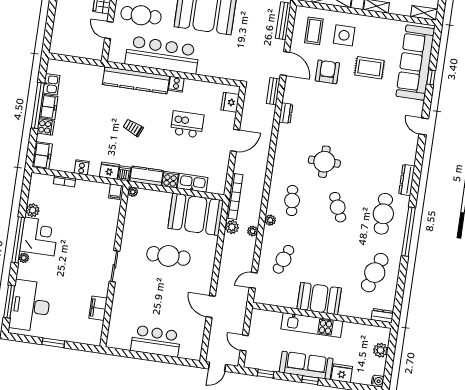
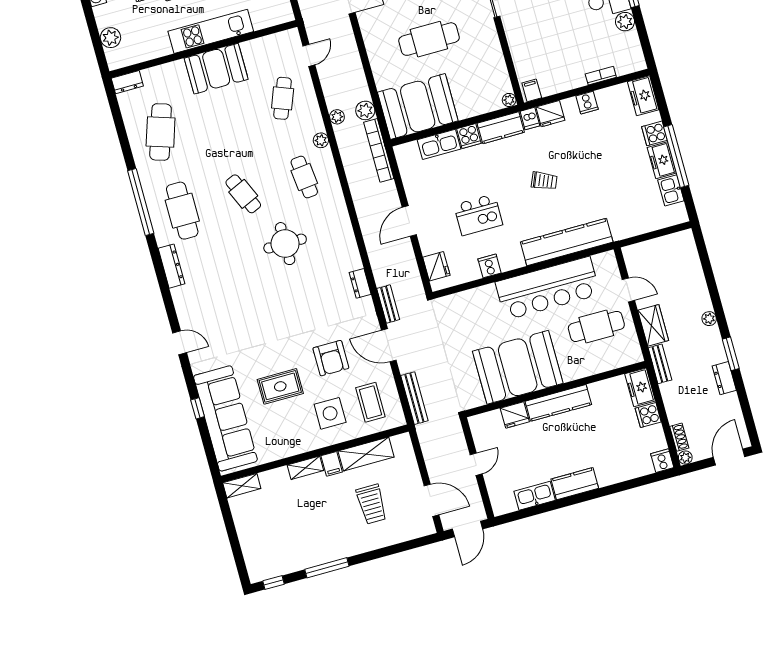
cooker: (176, 84) -> (489, 266), moved

